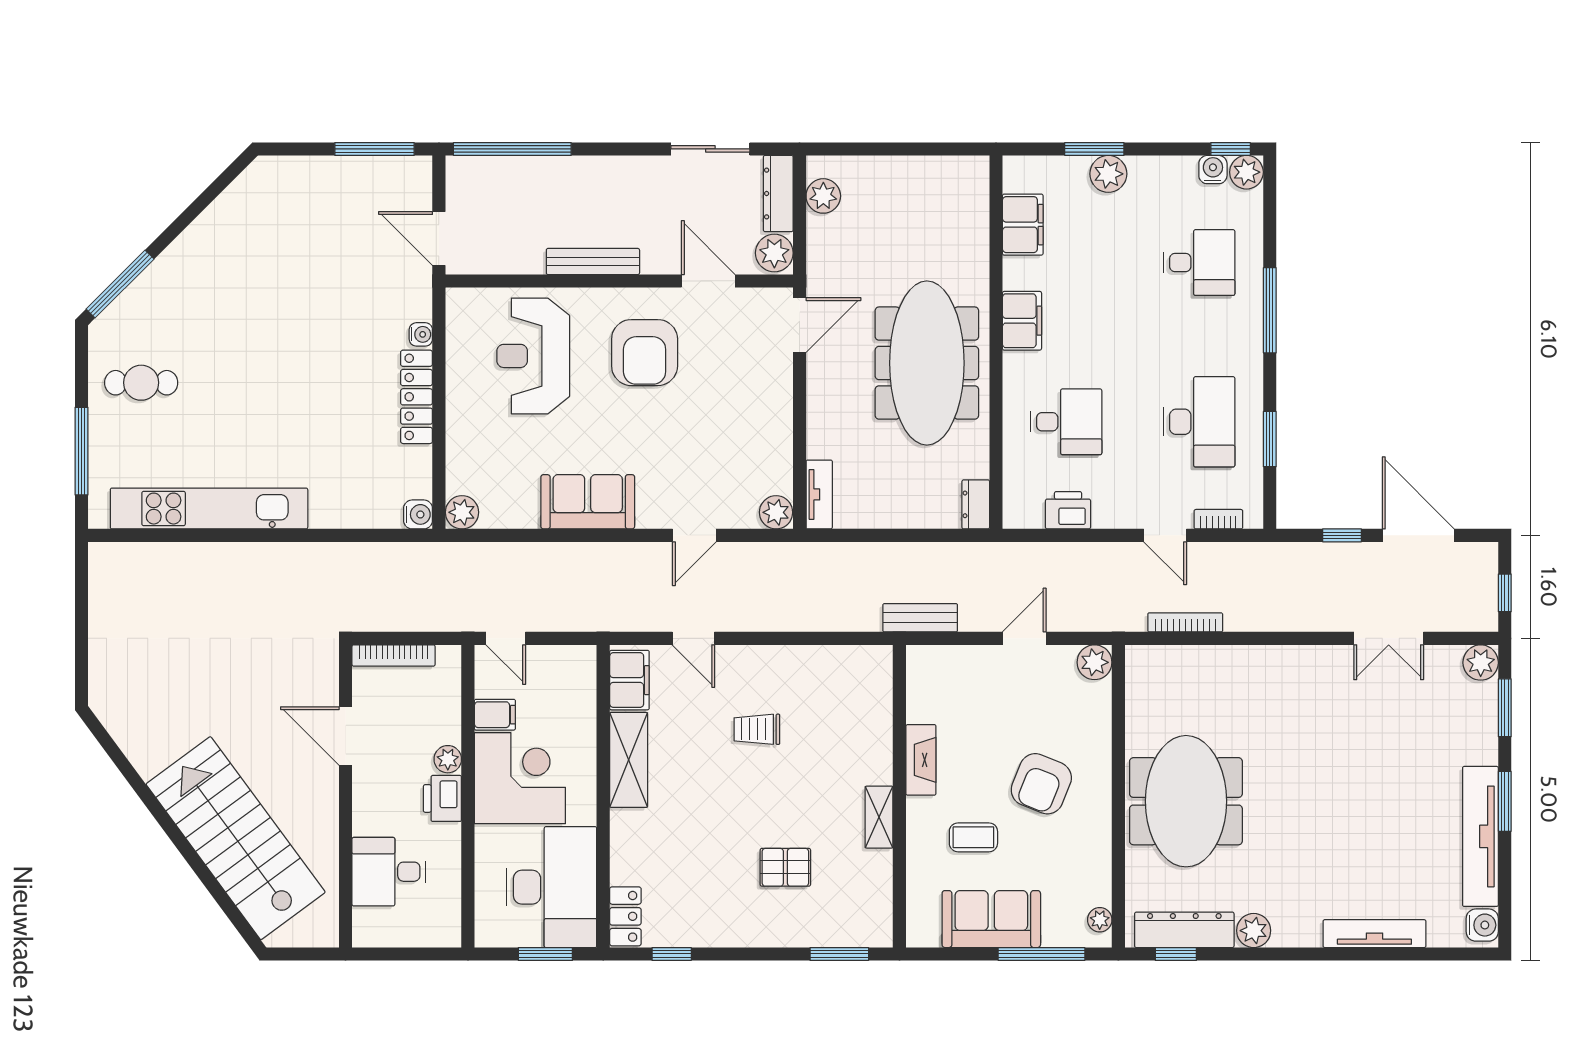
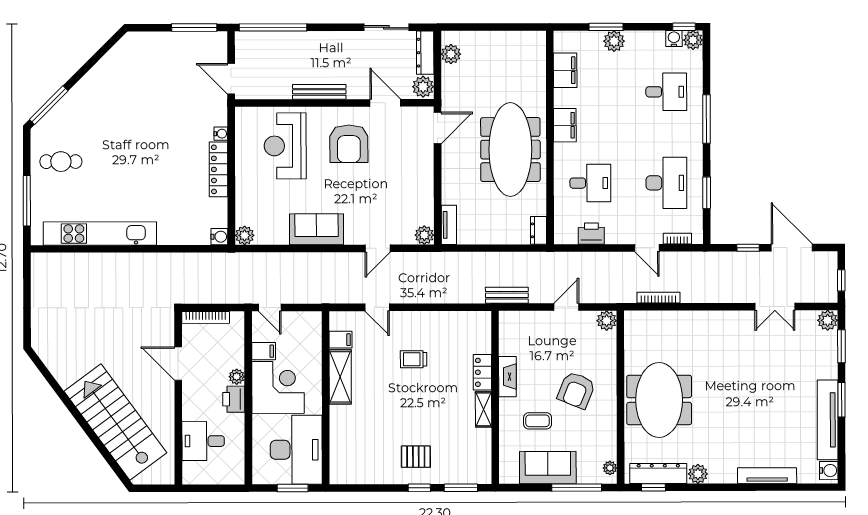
filing cabinet: (629, 680) -> (341, 340), width x0.50
pallet: (785, 867) -> (416, 457), moved
locker: (625, 916) -> (482, 372), moved, turned 180
window: (672, 954) -> (419, 488), moved

